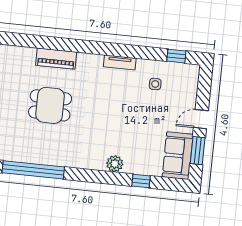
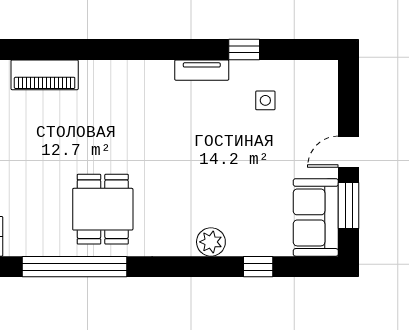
window: (176, 56) -> (244, 49), moved
piano: (56, 59) -> (45, 75), moved
dining table: (50, 105) -> (103, 209), moved, turned 90

